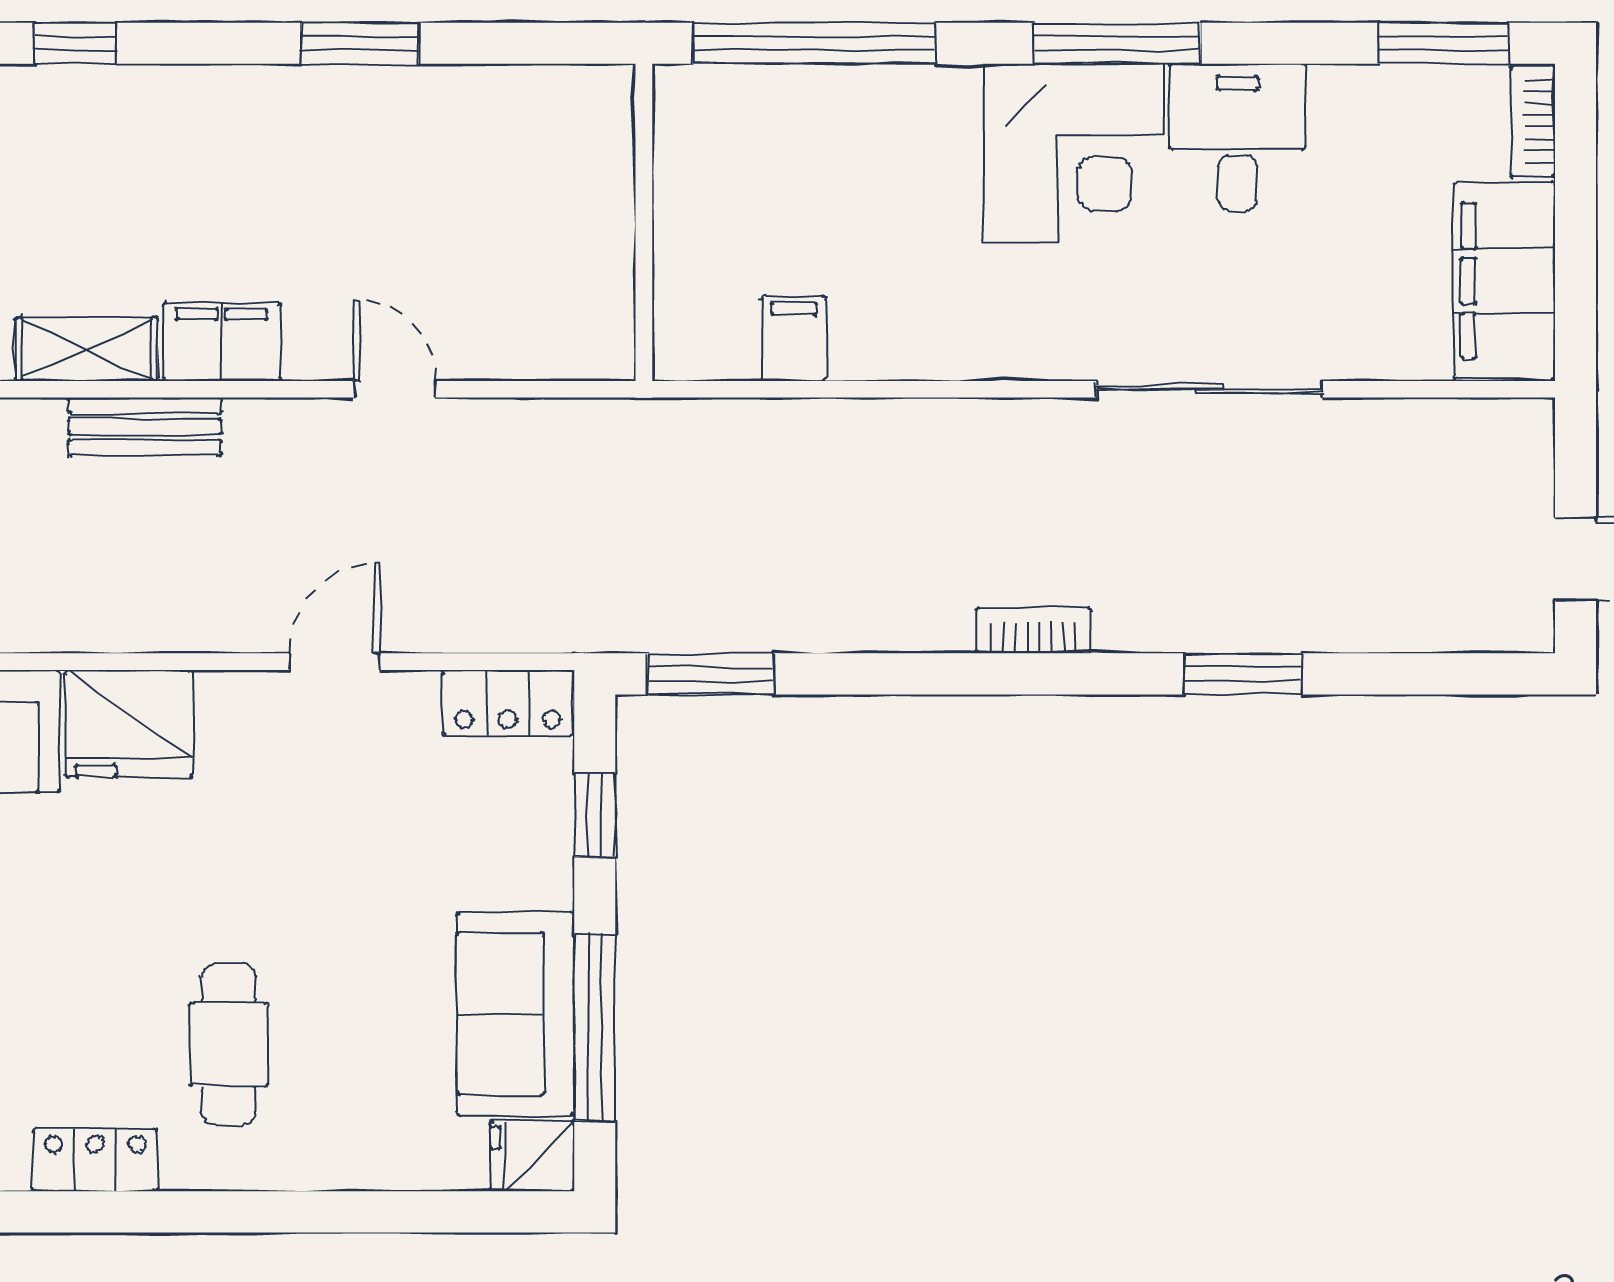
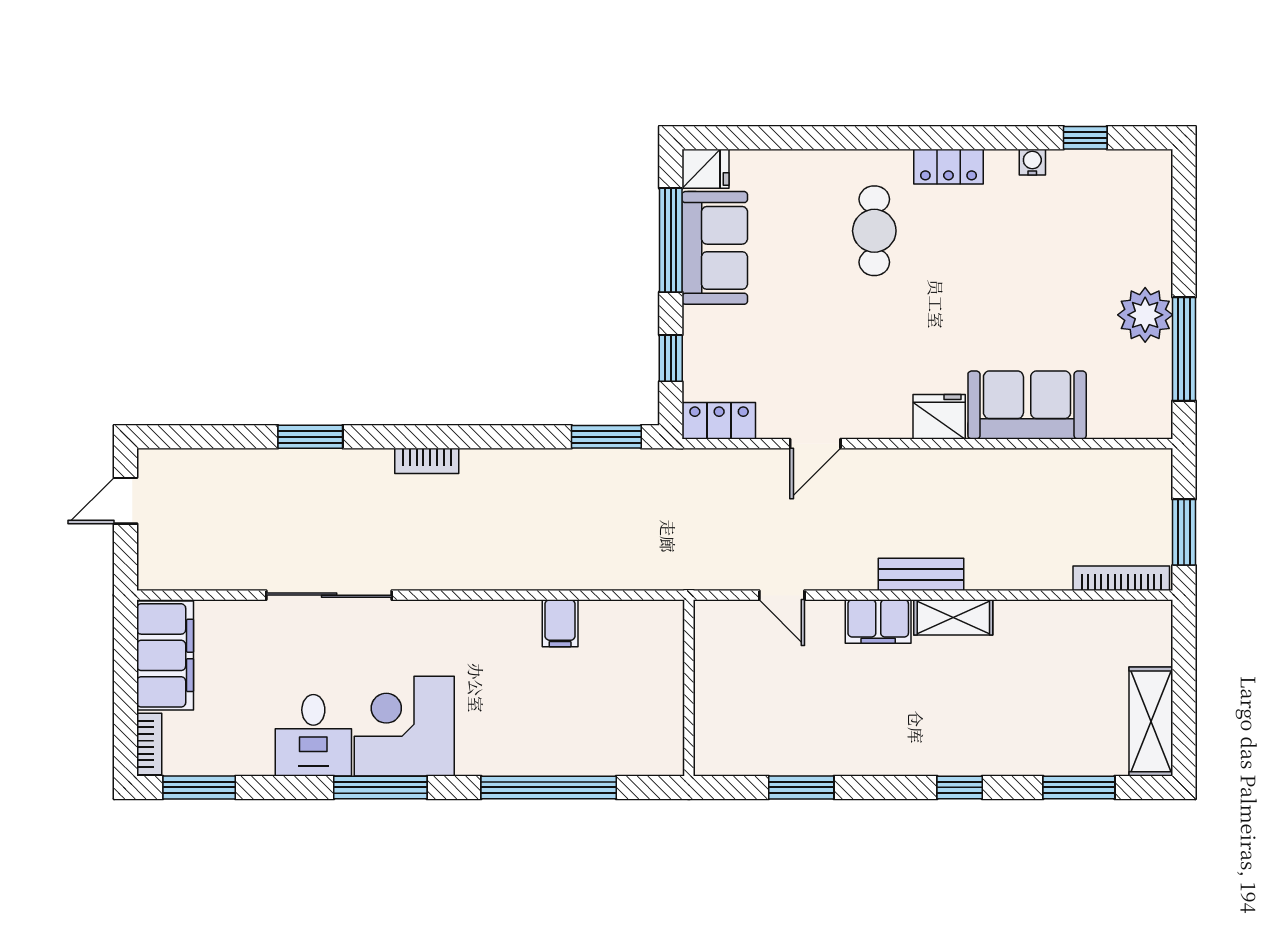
wall: (644, 222) -> (689, 688), moved
fridge: (129, 724) -> (939, 417), width x0.73, depth x0.75

